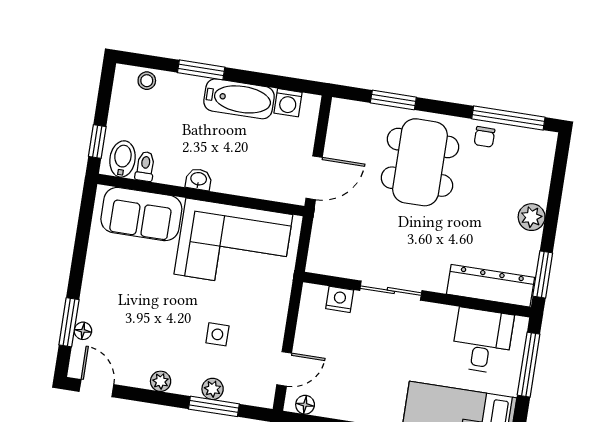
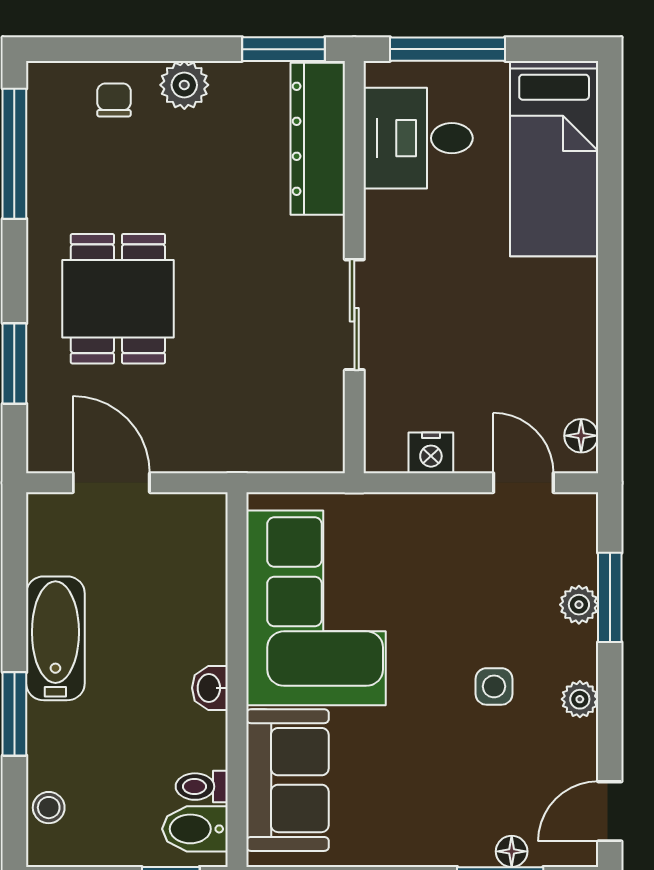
washing machine: (288, 103) -> (49, 550), removed
chair: (484, 137) -> (114, 100), moved, turned -90
dining table: (420, 162) -> (118, 299), width x0.73
door: (314, 178) -> (111, 483), moved
nightstand: (340, 299) -> (431, 453), moved, turned -90
side table: (217, 334) -> (494, 686), moved

